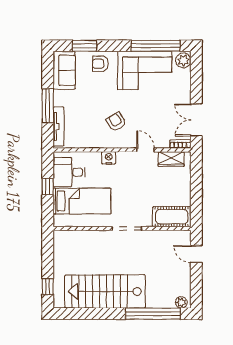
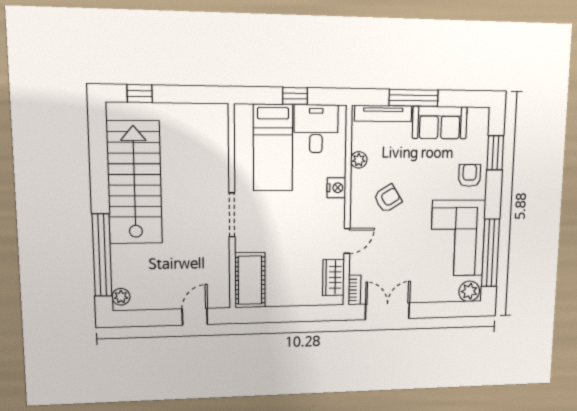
sofa: (64, 70) -> (440, 123), moved
plant: (90, 143) -> (359, 160), added

